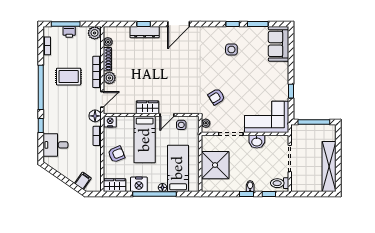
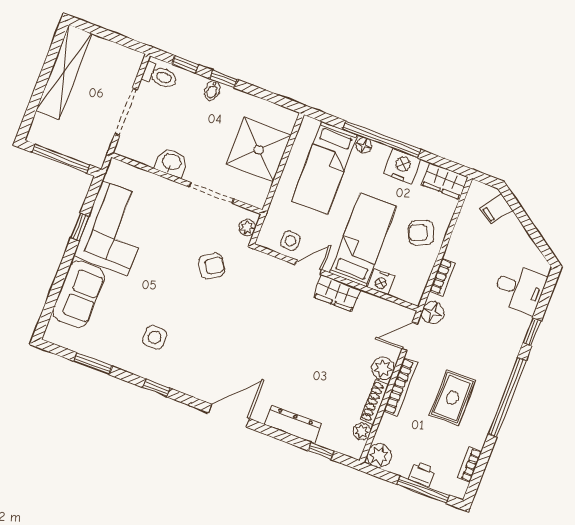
window: (144, 24) -> (321, 451), moved
window: (233, 24) -> (156, 388), moved
sofa: (279, 44) -> (79, 294), moved
rug: (69, 77) -> (452, 398), turned 90
corner sofa: (267, 117) -> (115, 228), moved, turned -90
nightstand: (110, 122) -> (381, 282), moved

